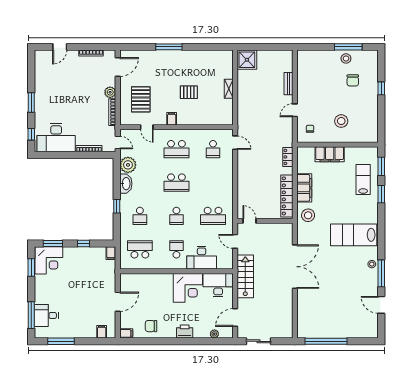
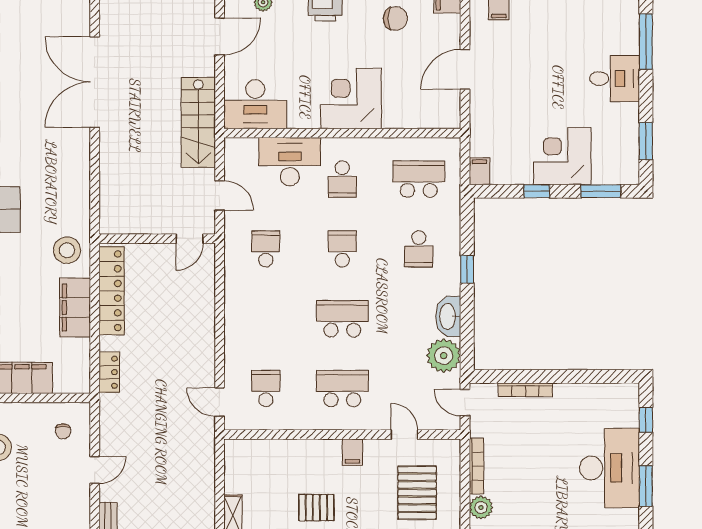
desk: (56, 138) -> (610, 468), moved, turned 90
school desk: (140, 216) -> (419, 249), turned 180
school desk: (213, 216) -> (266, 249), width x0.54
door: (249, 221) -> (190, 239), hinge flipped
school desk: (140, 249) -> (419, 179), turned 180
corner desk: (49, 260) -> (562, 156), moved
double door: (295, 267) -> (95, 82), moved
corner desk: (188, 288) -> (351, 99), moved
desk: (46, 315) -> (615, 78), moved

